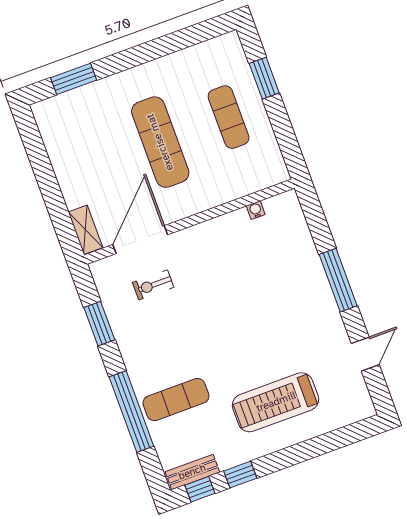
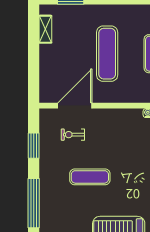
shelving: (85, 230) -> (45, 29), moved
exercise mat: (176, 400) -> (90, 177), moved

